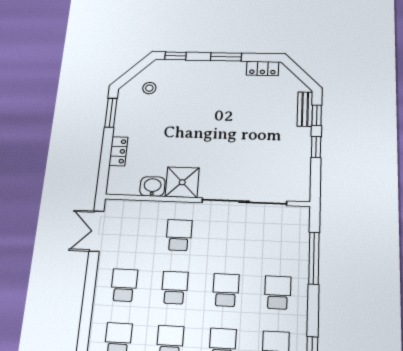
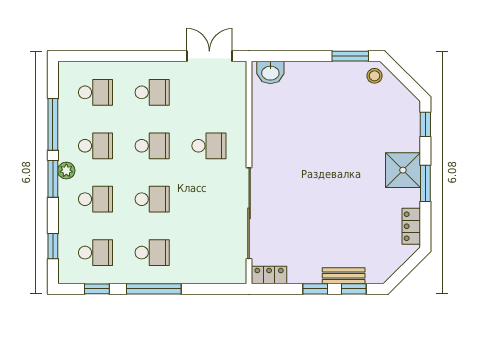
stool: (149, 88) -> (375, 76), moved
bench: (305, 109) -> (344, 276), moved
locker: (118, 151) -> (269, 275), moved, turned 180
shower: (182, 182) -> (403, 170), moved
washbasin: (152, 186) -> (270, 72), moved, turned 90
window: (314, 258) -> (154, 289), moved

